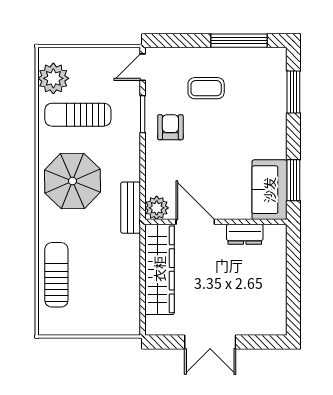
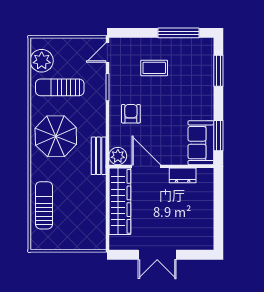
armchair: (170, 127) -> (131, 114), moved

